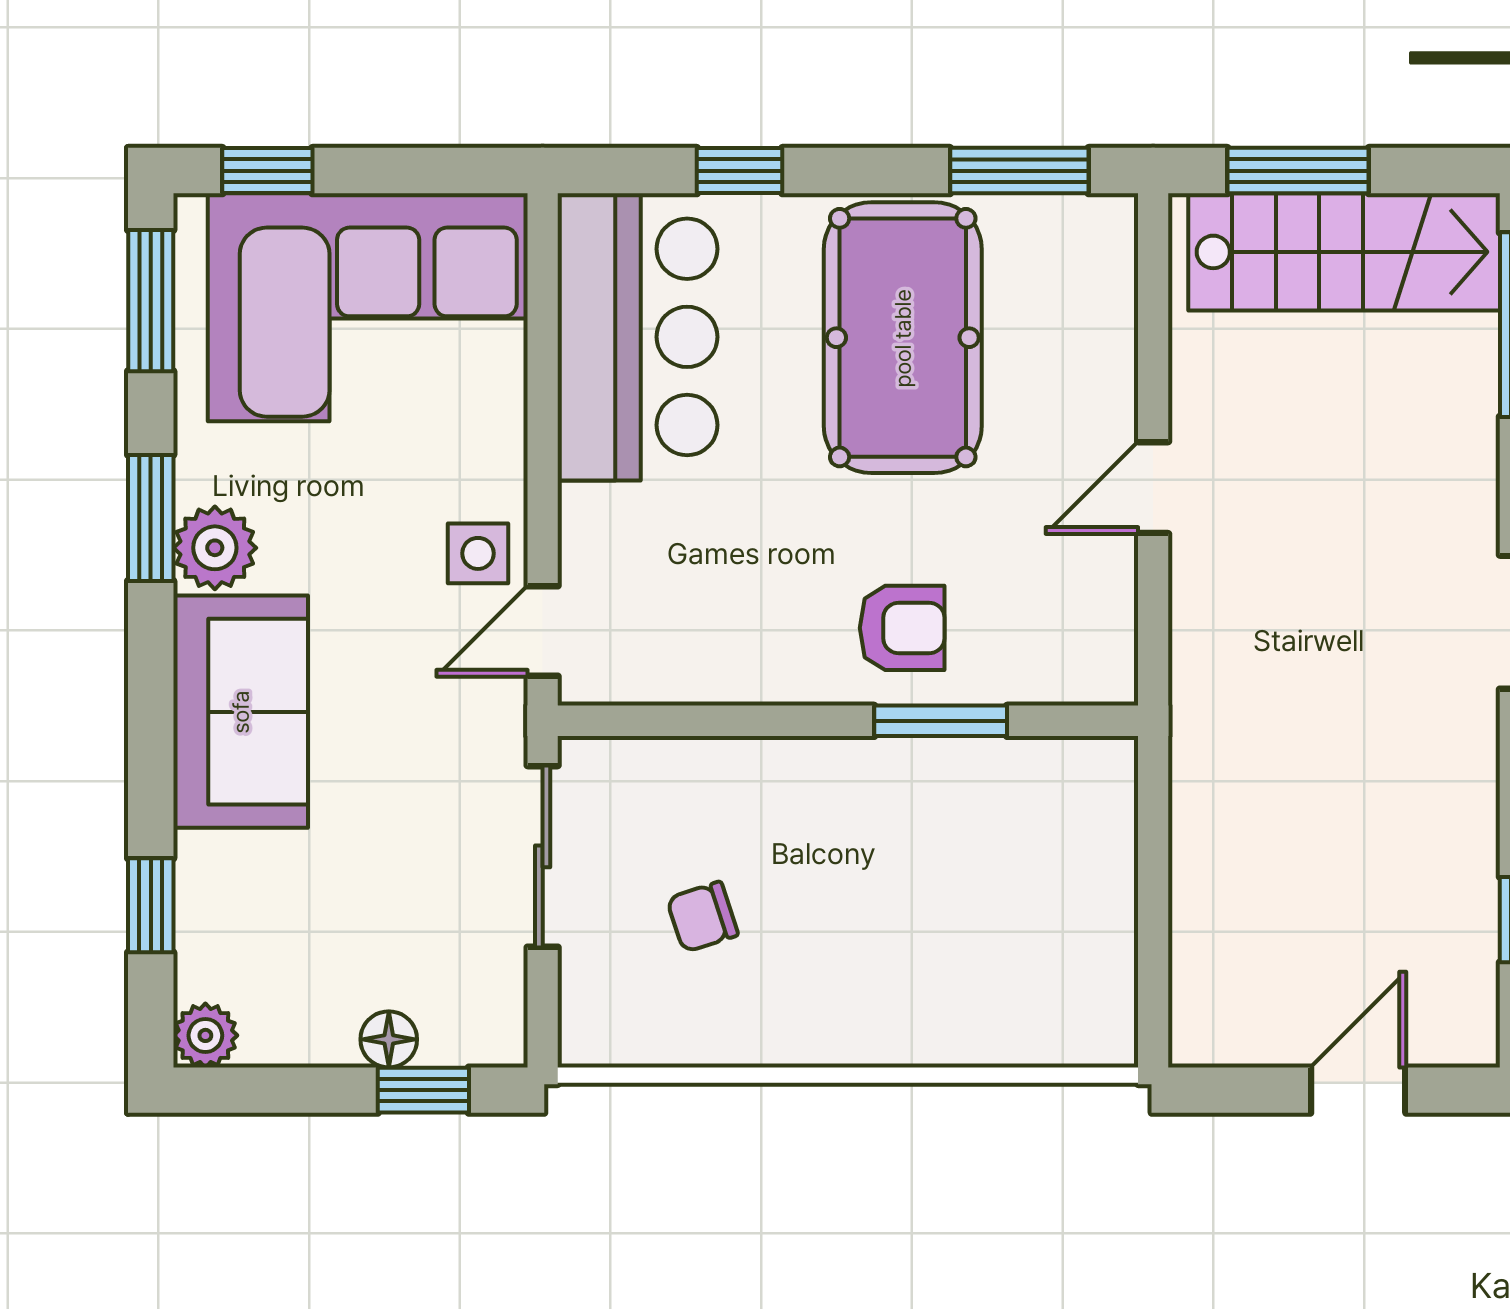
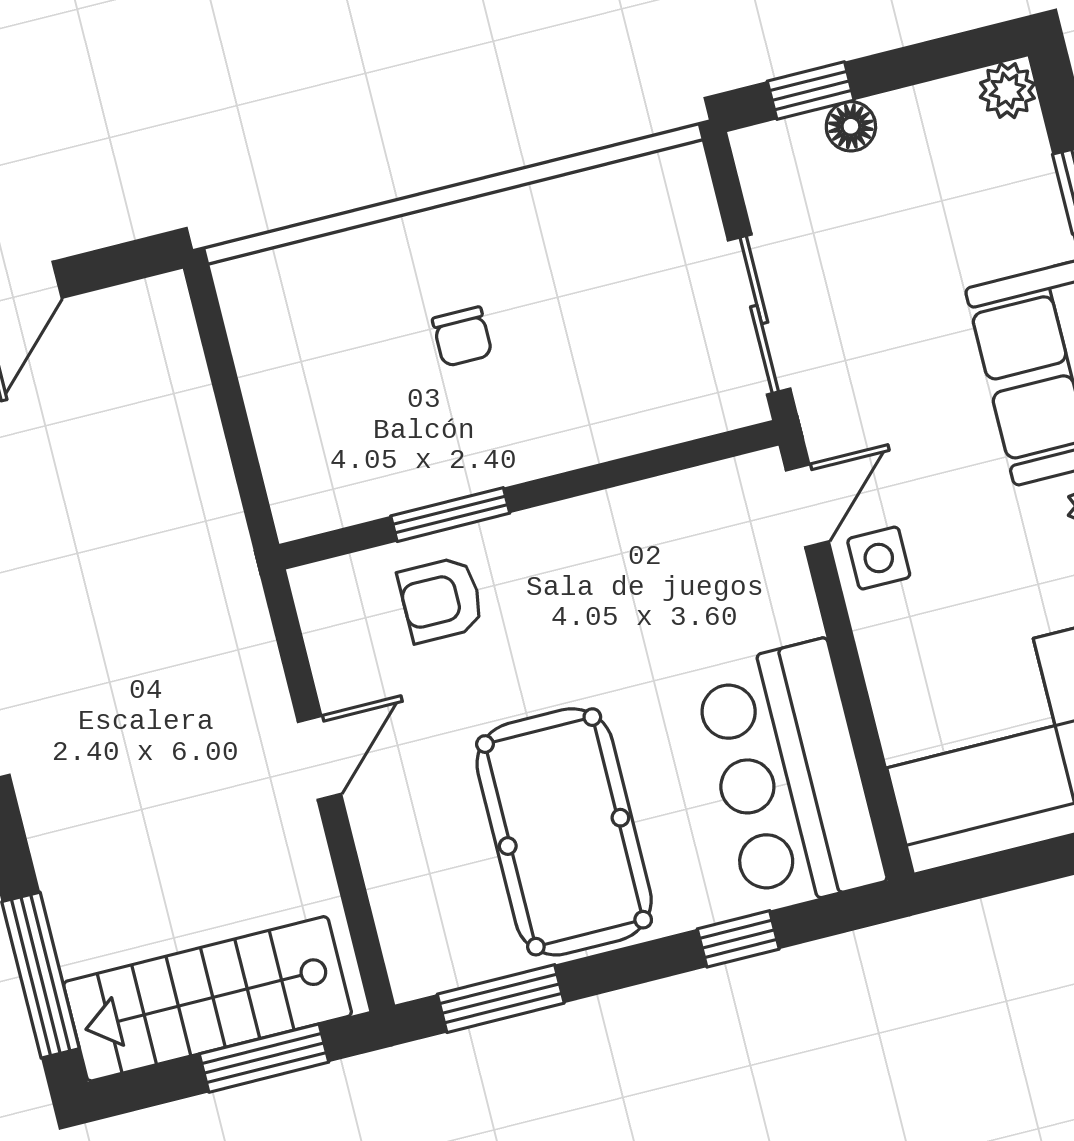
armchair: (902, 628) -> (441, 600), moved
chair: (702, 917) -> (462, 337), moved, turned 108

